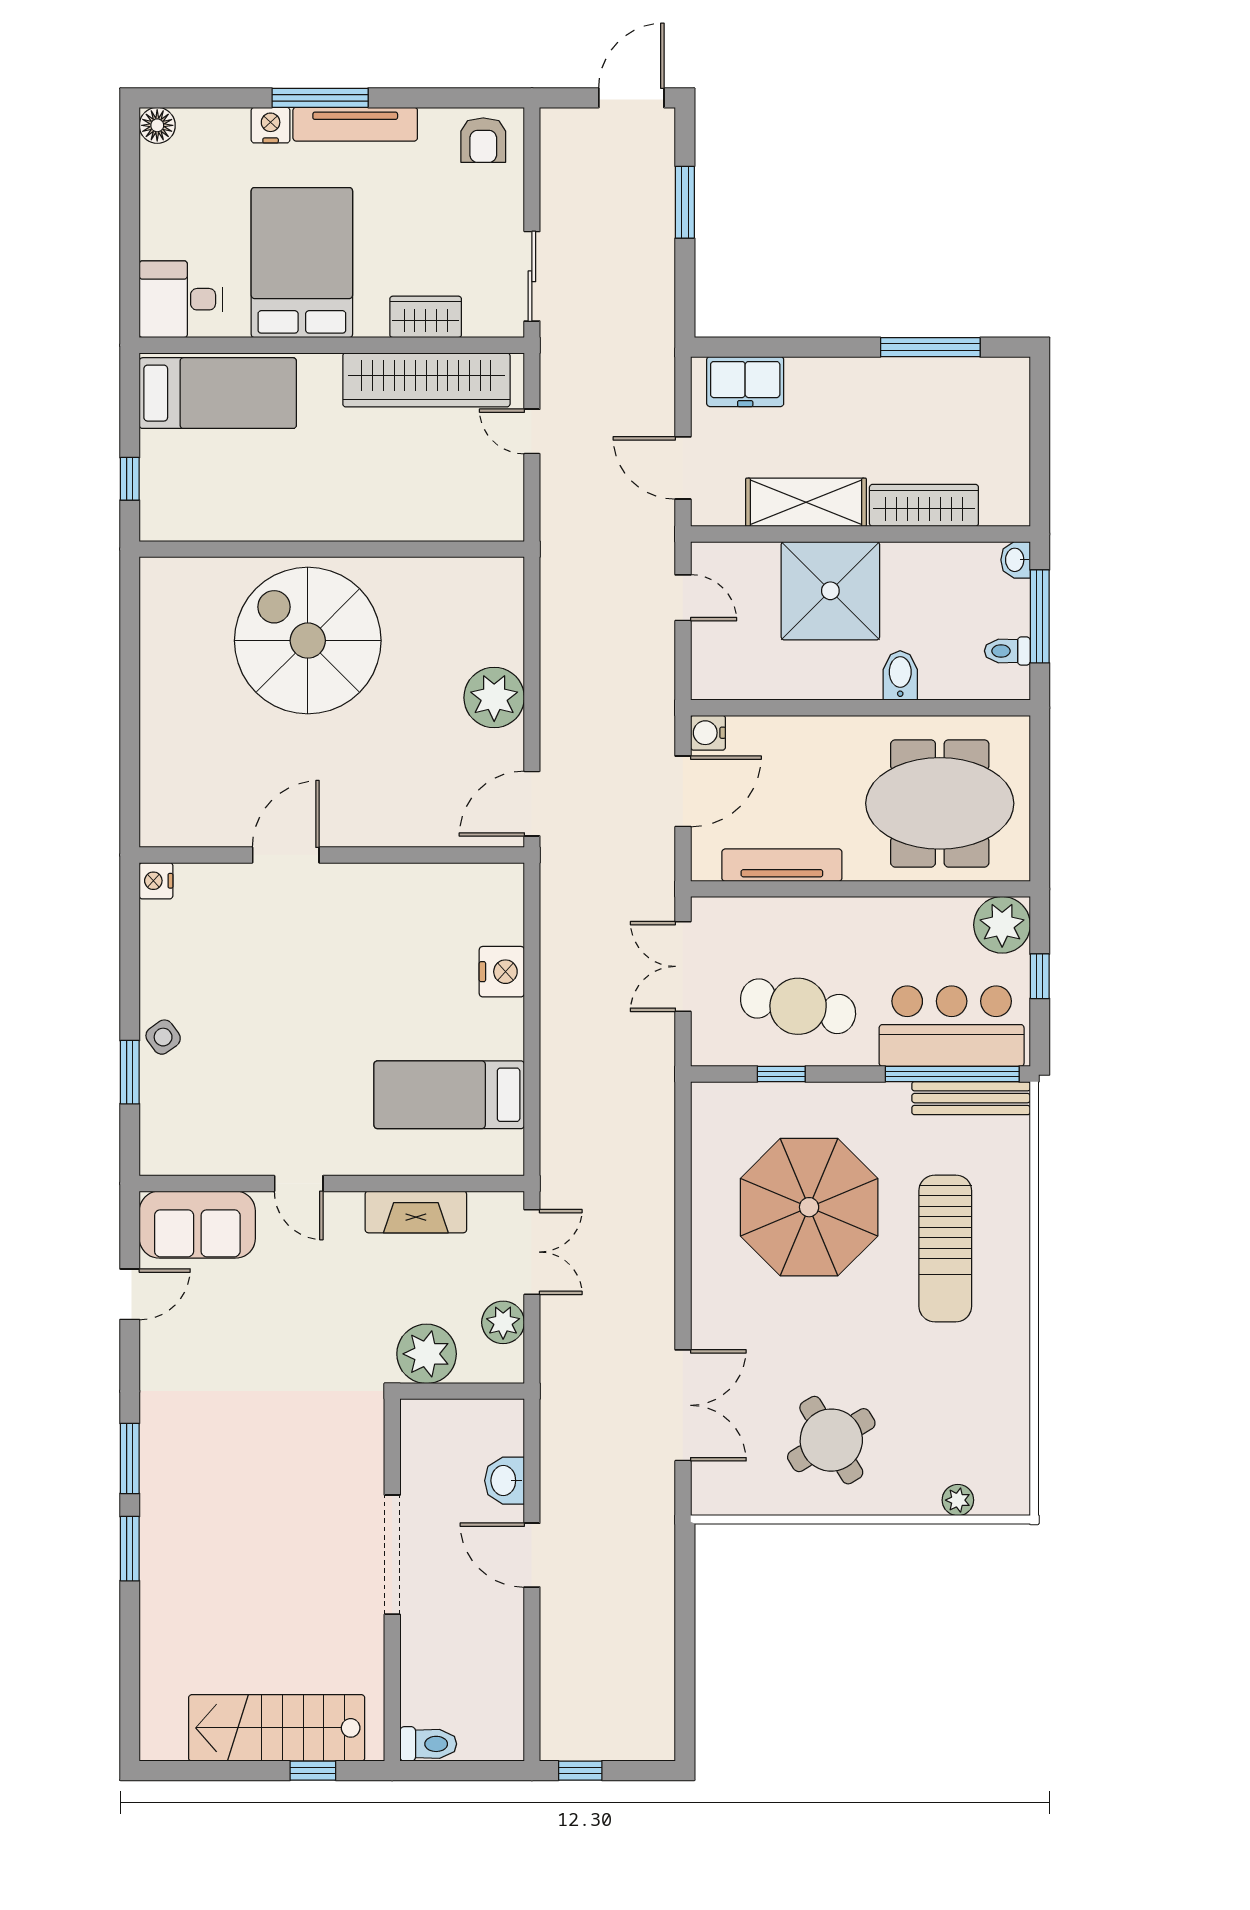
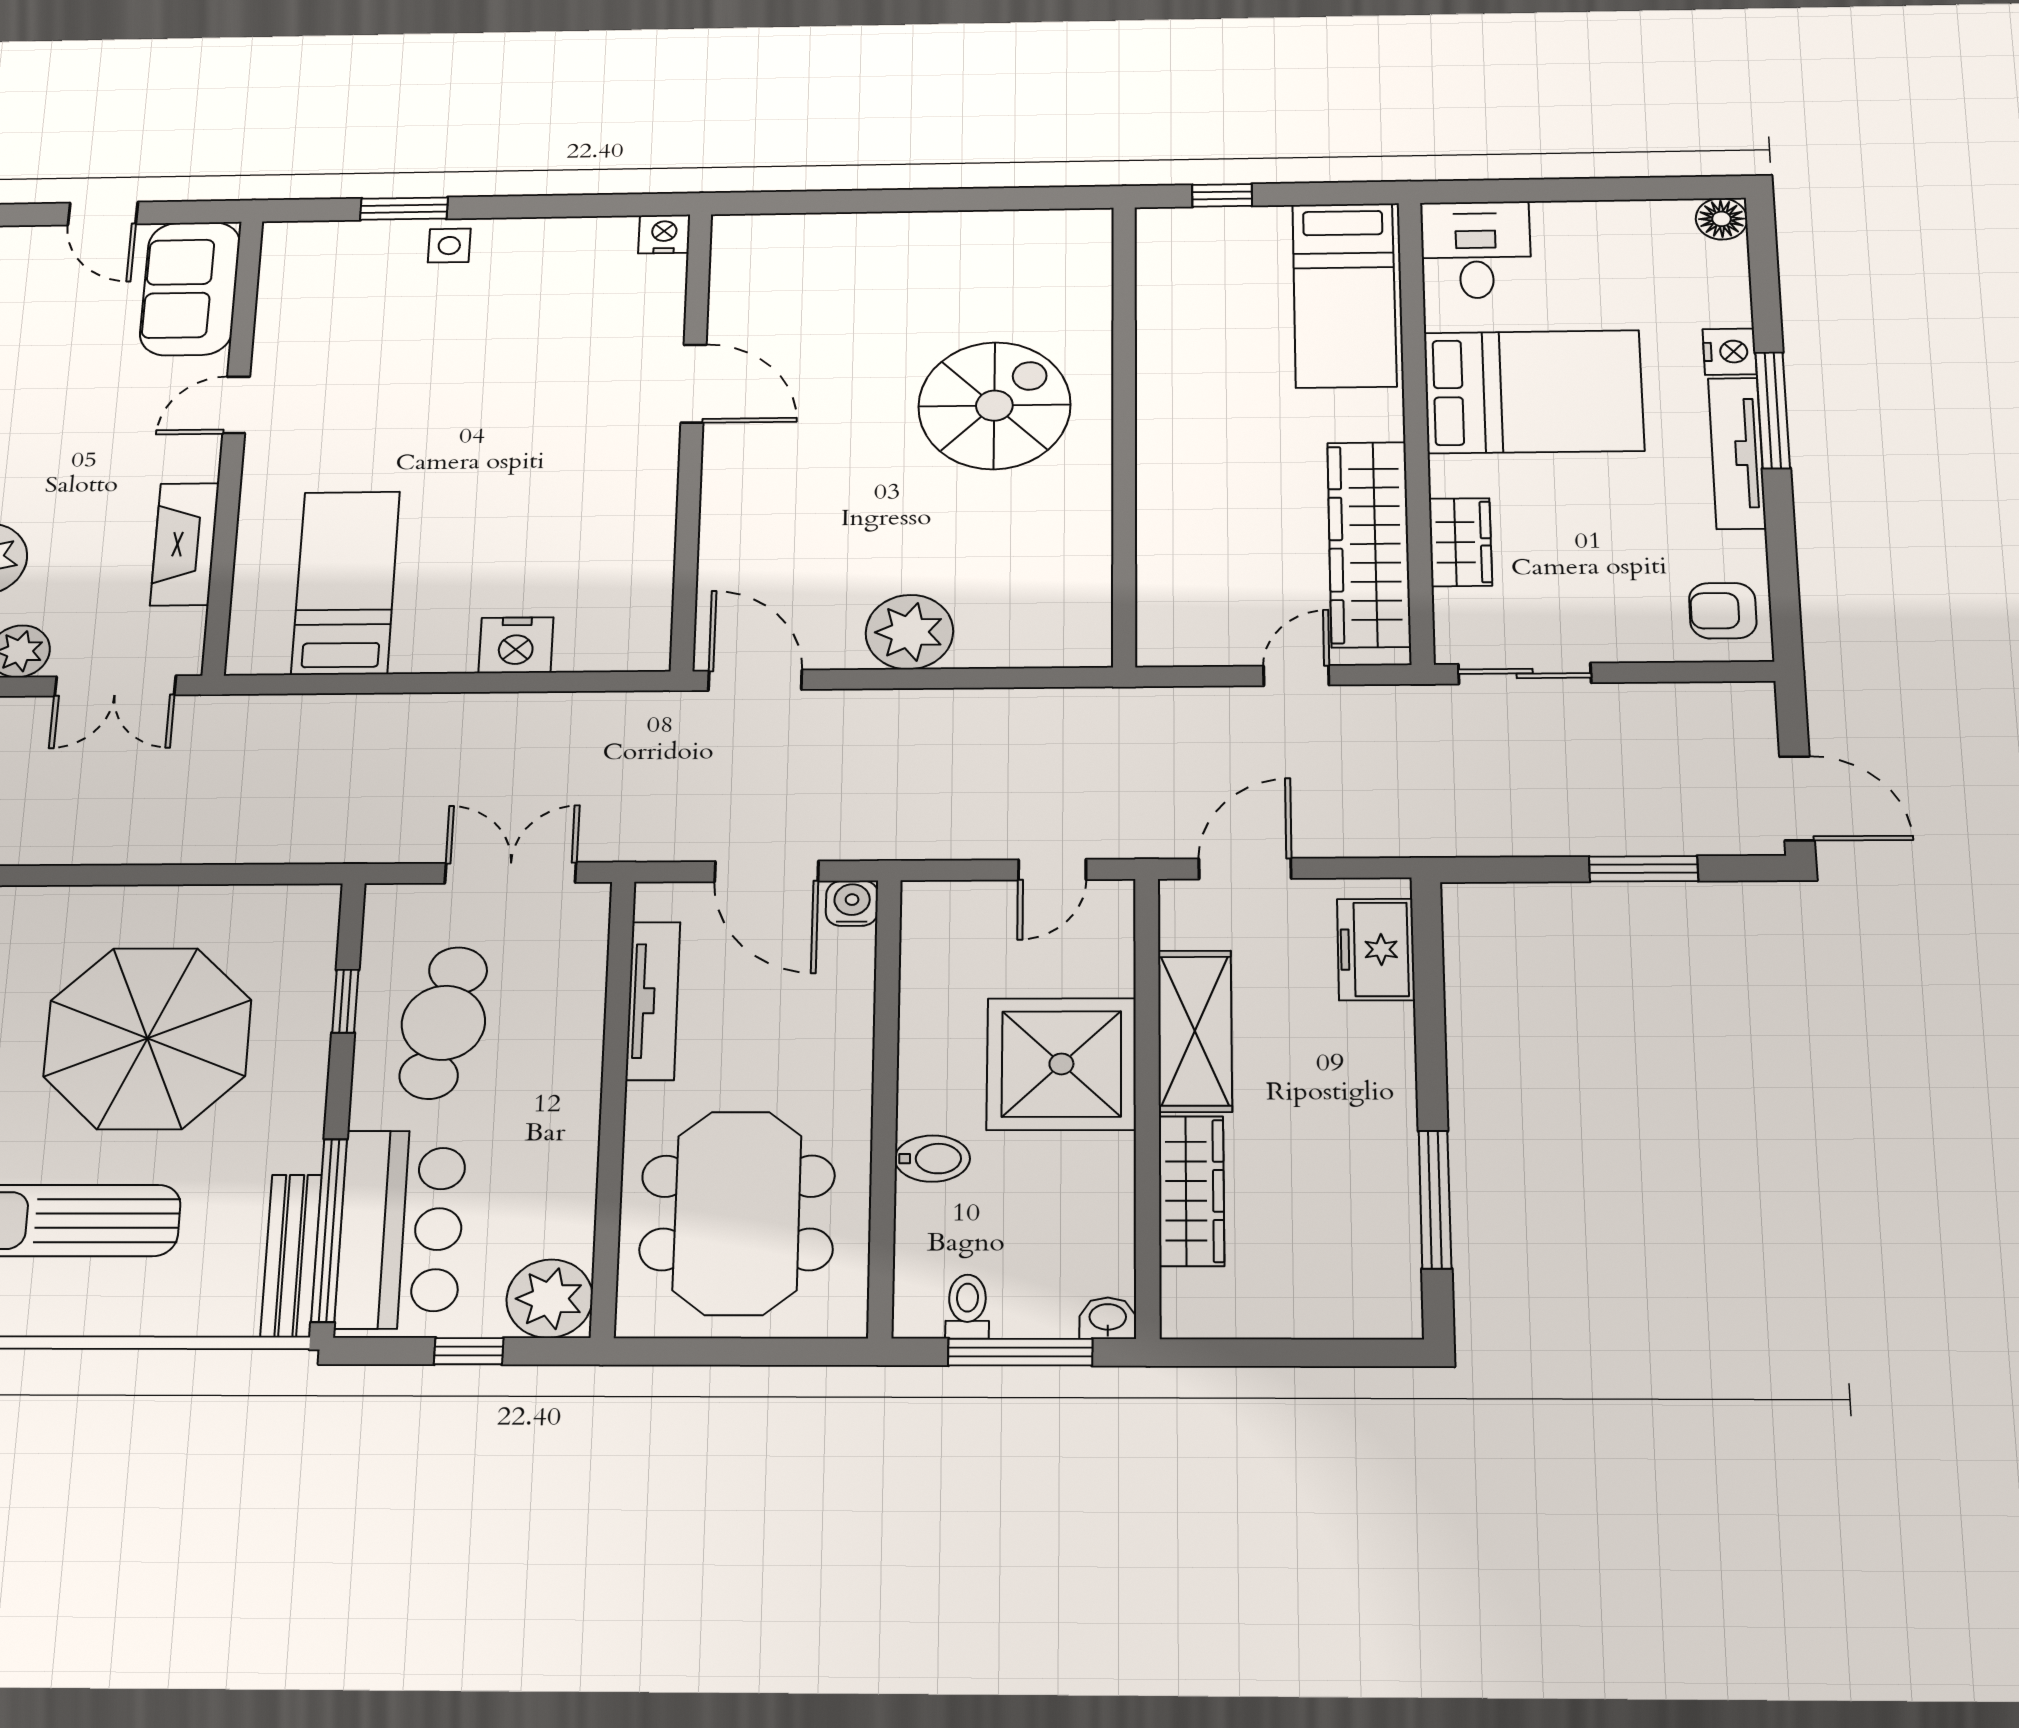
spiral stairs: (308, 641) -> (994, 406), width x0.73, depth x0.73
side table: (163, 1037) -> (449, 246), turned 36

